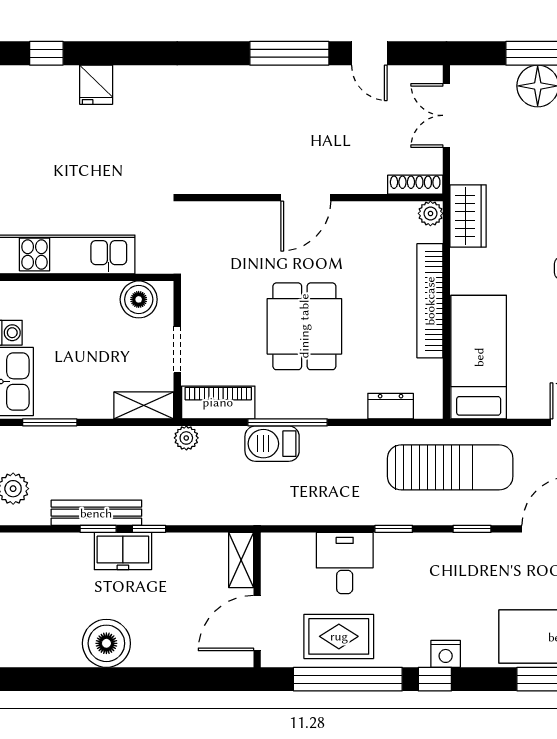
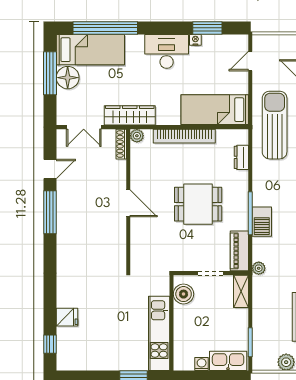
wardrobe: (468, 216) -> (130, 115), width x1.50

